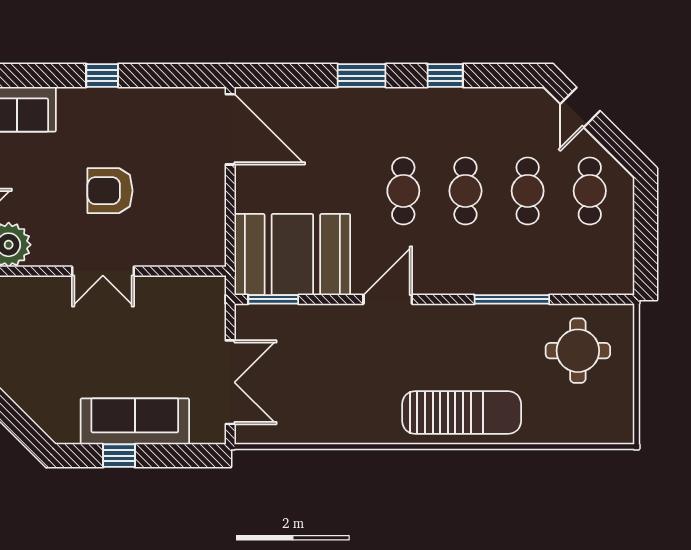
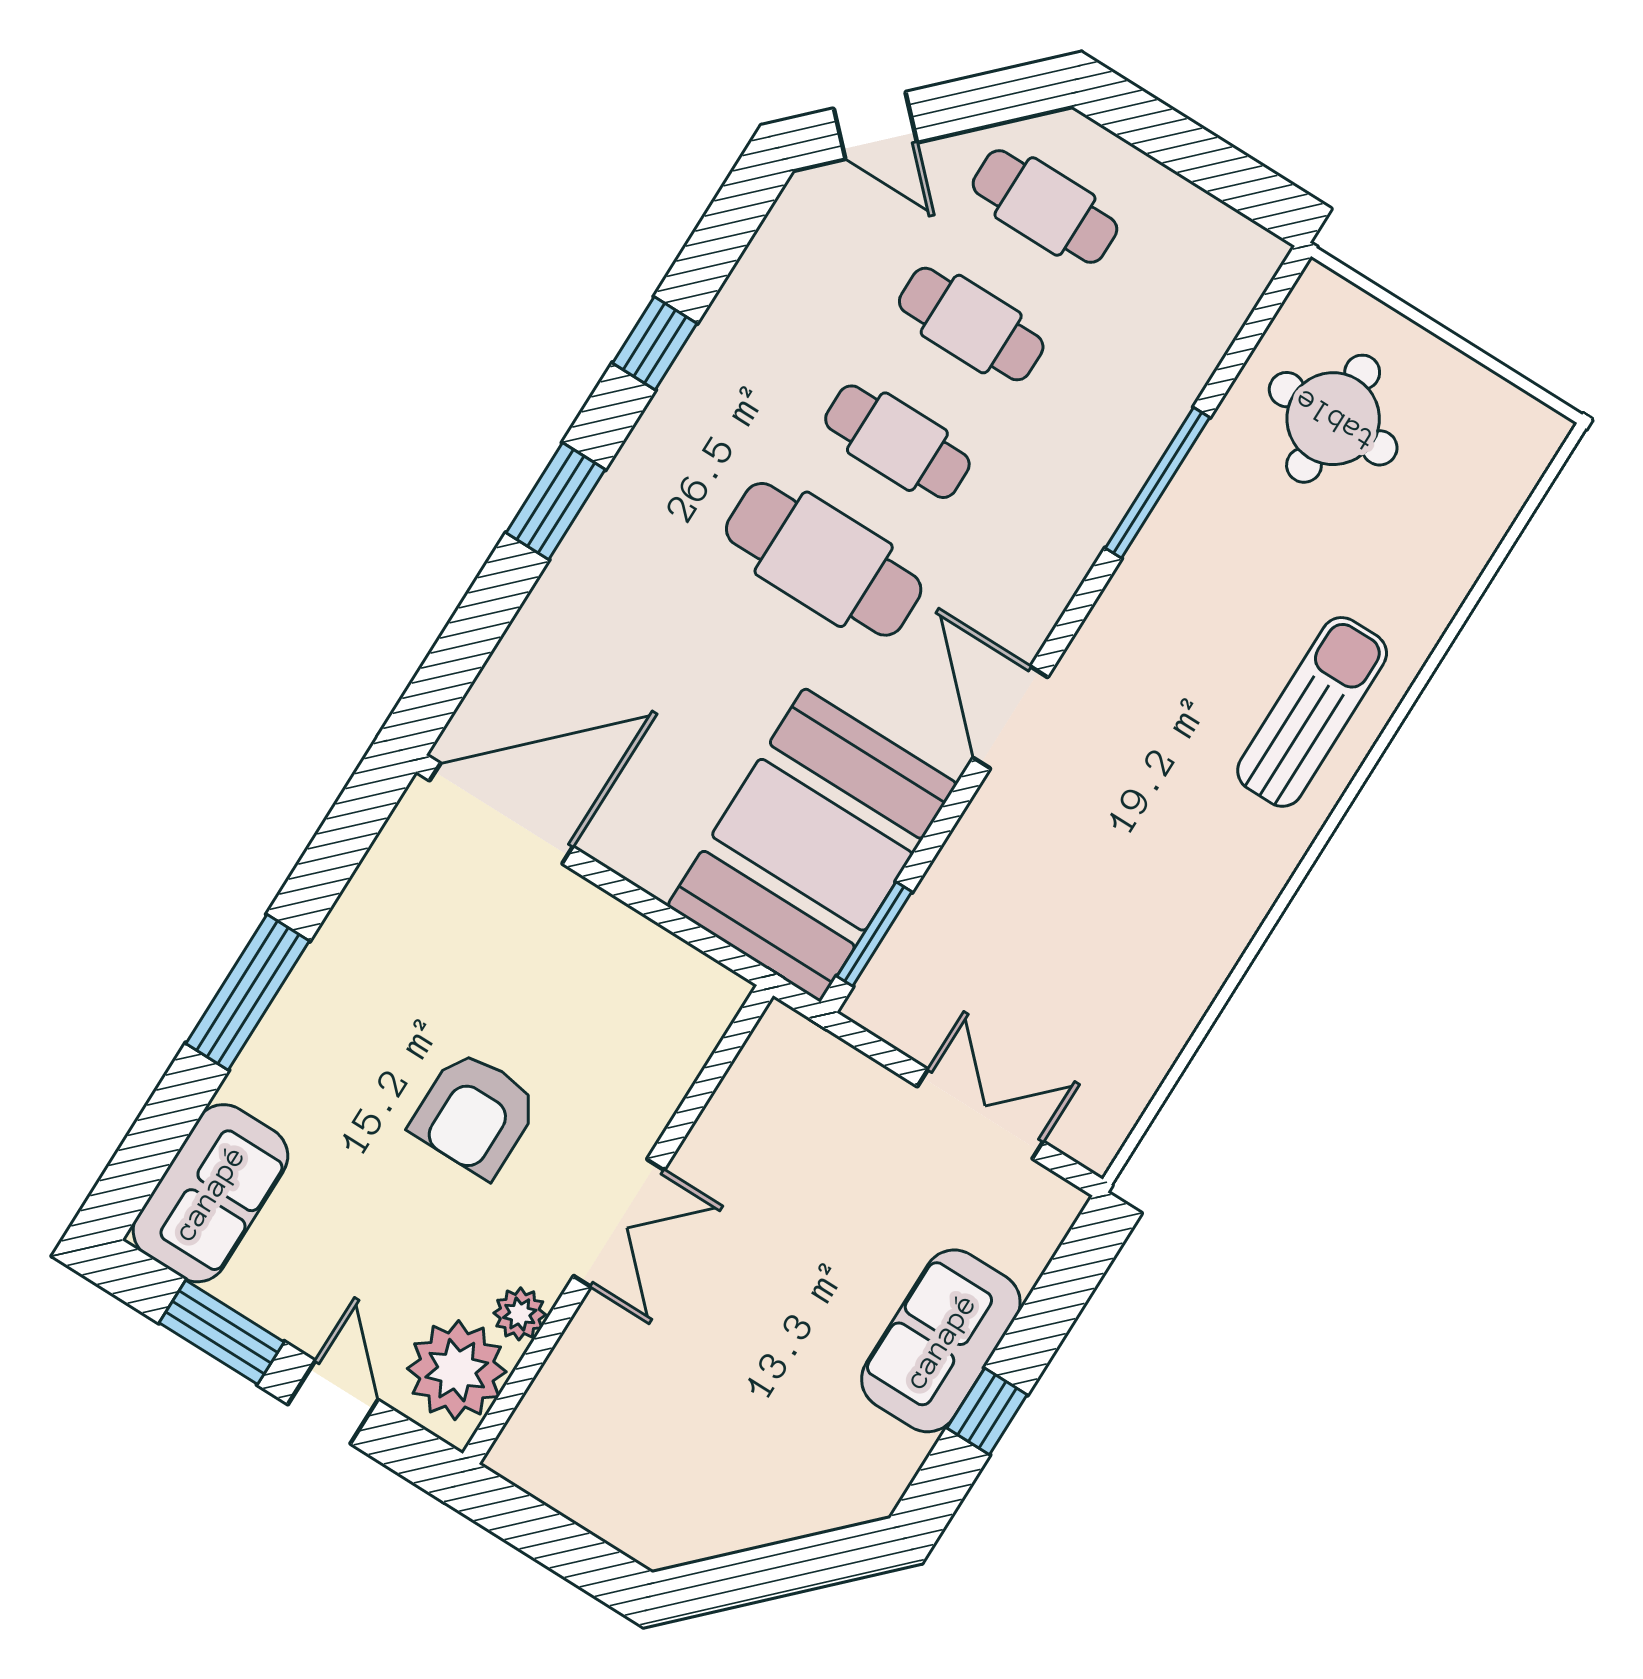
window: (102, 76) -> (248, 992), width x2.17
cafe table: (403, 191) -> (824, 559), width x1.37, depth x1.35
plant: (45, 255) -> (520, 1314), added
double door: (230, 382) -> (980, 1114), width x0.73
sun lounger: (462, 413) -> (1312, 712), width x0.73, depth x0.75
sofa: (135, 421) -> (941, 1341), width x0.73

